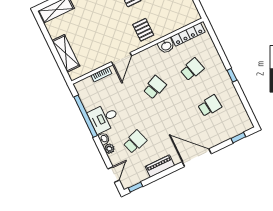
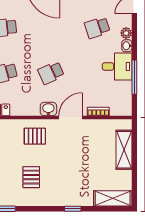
pallet: (143, 30) -> (35, 136), turned 90
washbasin: (166, 46) -> (48, 109), moved
window: (86, 116) -> (134, 77), width x0.68

